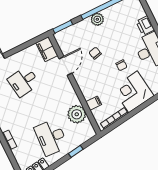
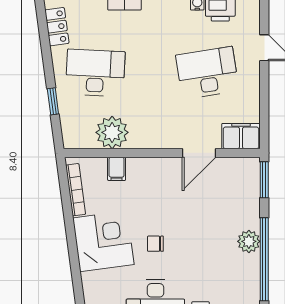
chair: (95, 53) -> (196, 211), removed
door: (65, 66) -> (199, 153), hinge flipped
desk: (24, 81) -> (207, 73), width x1.37

